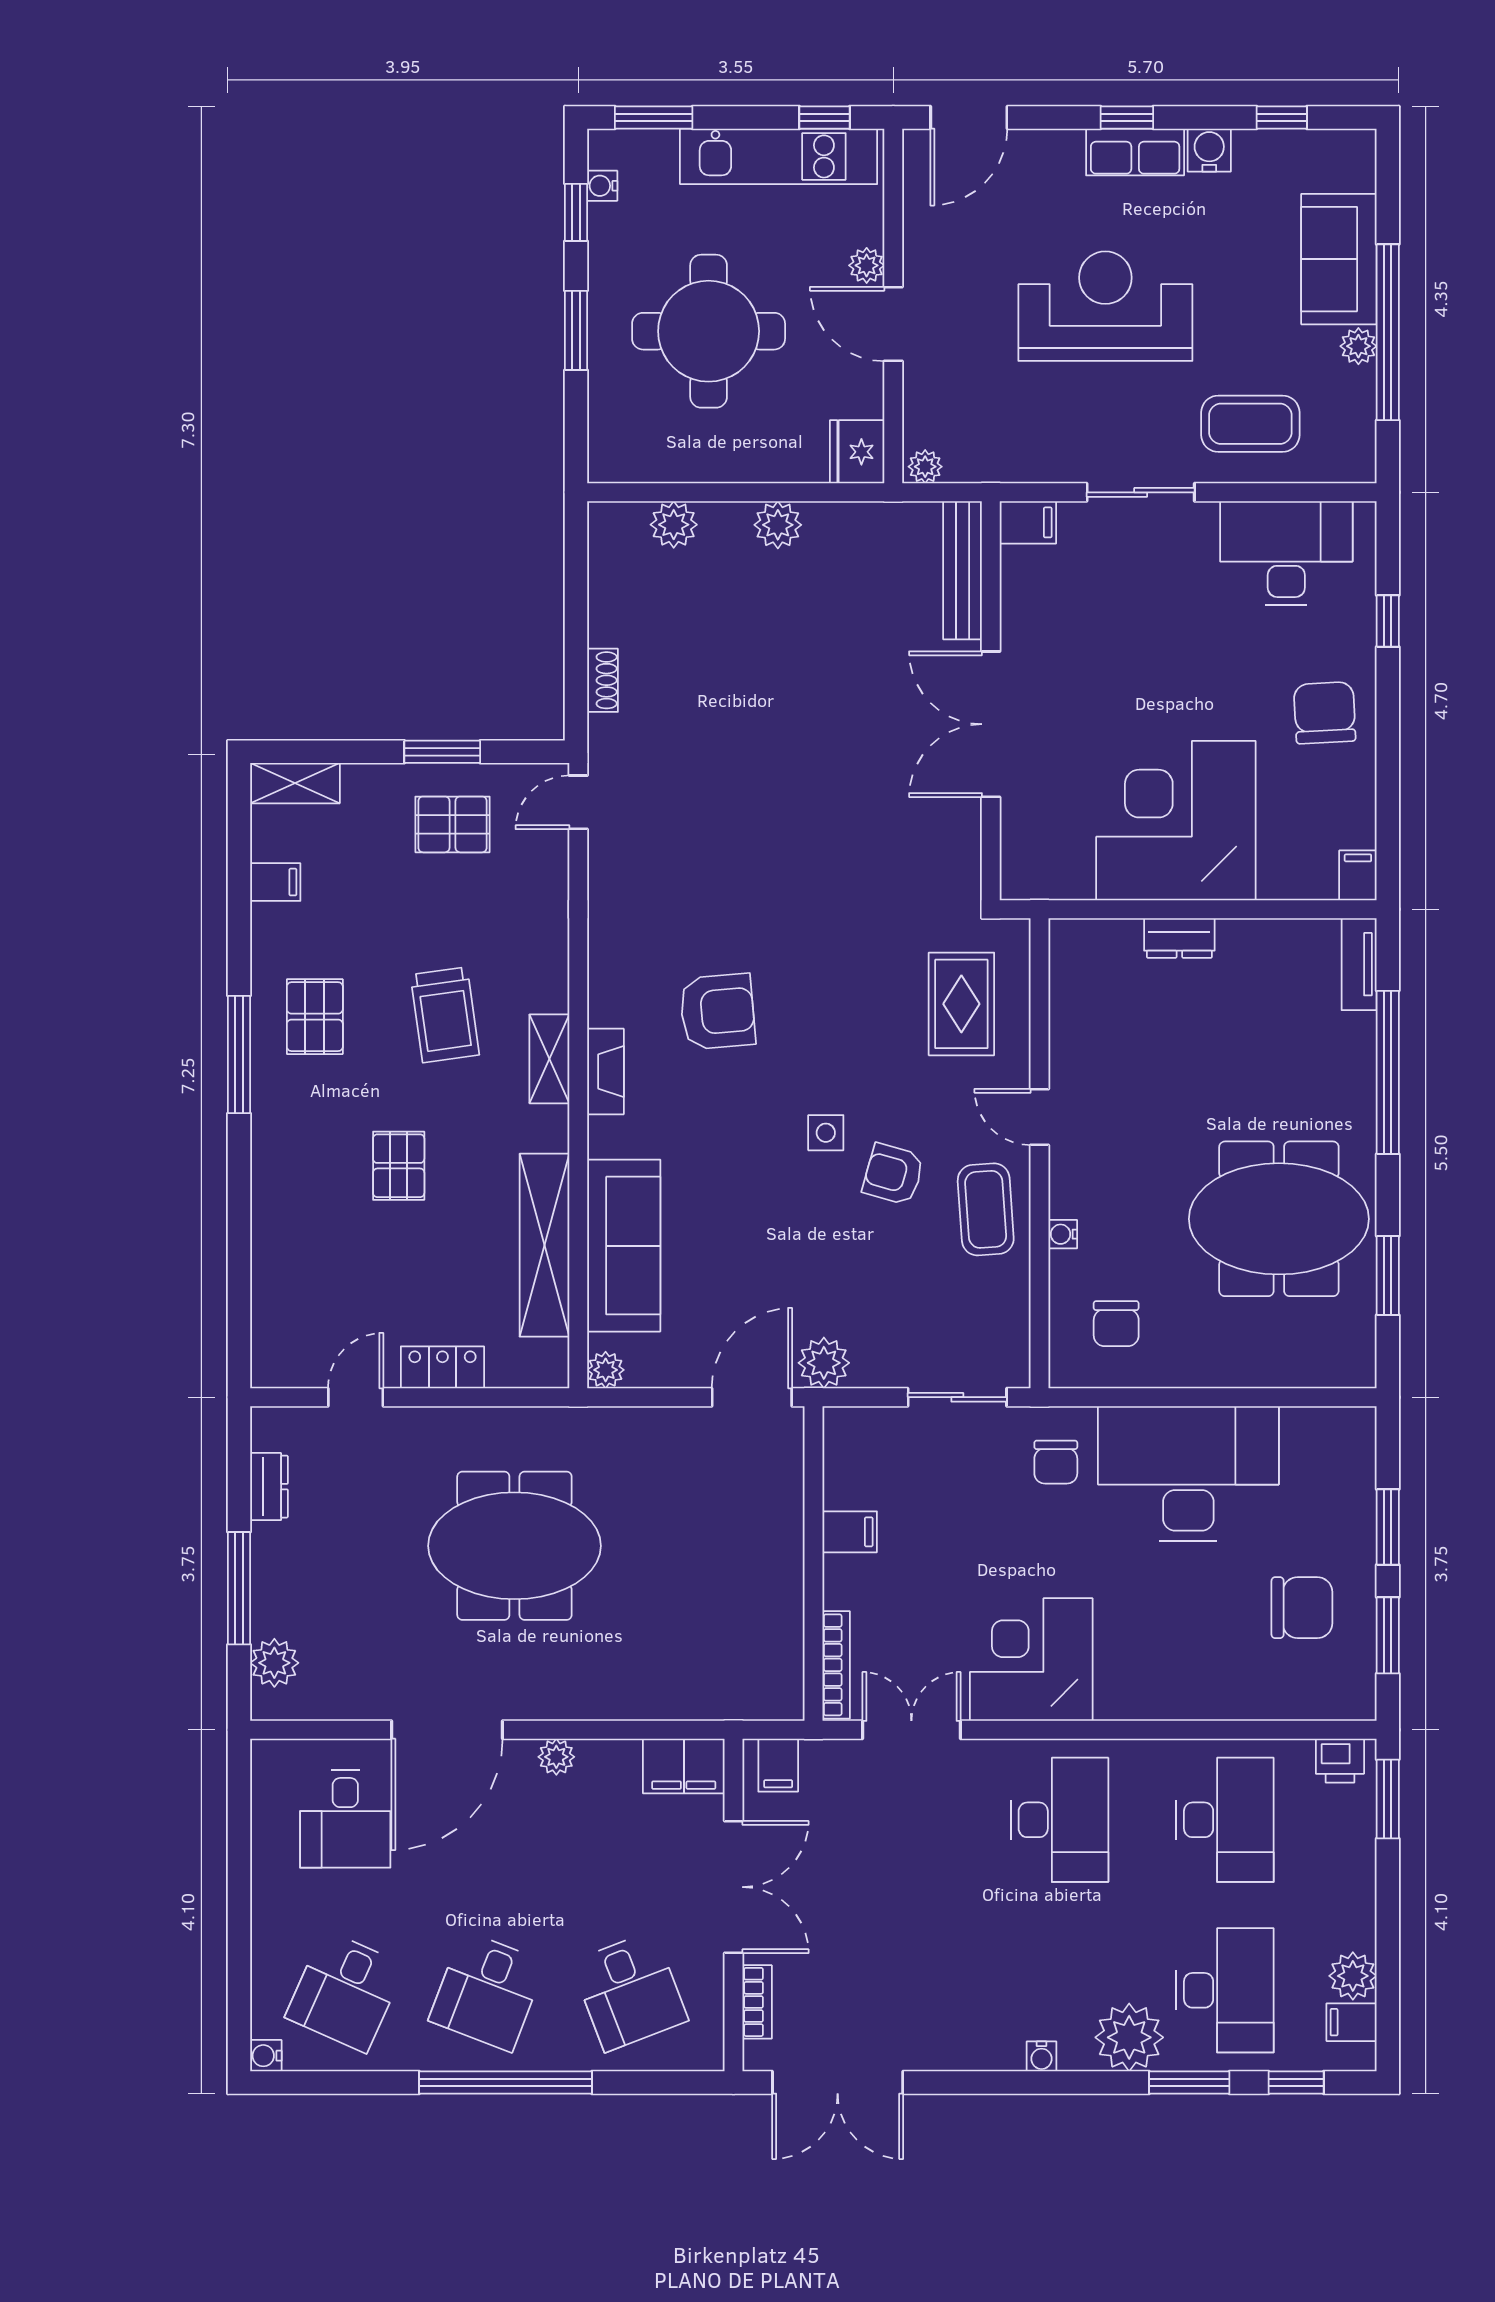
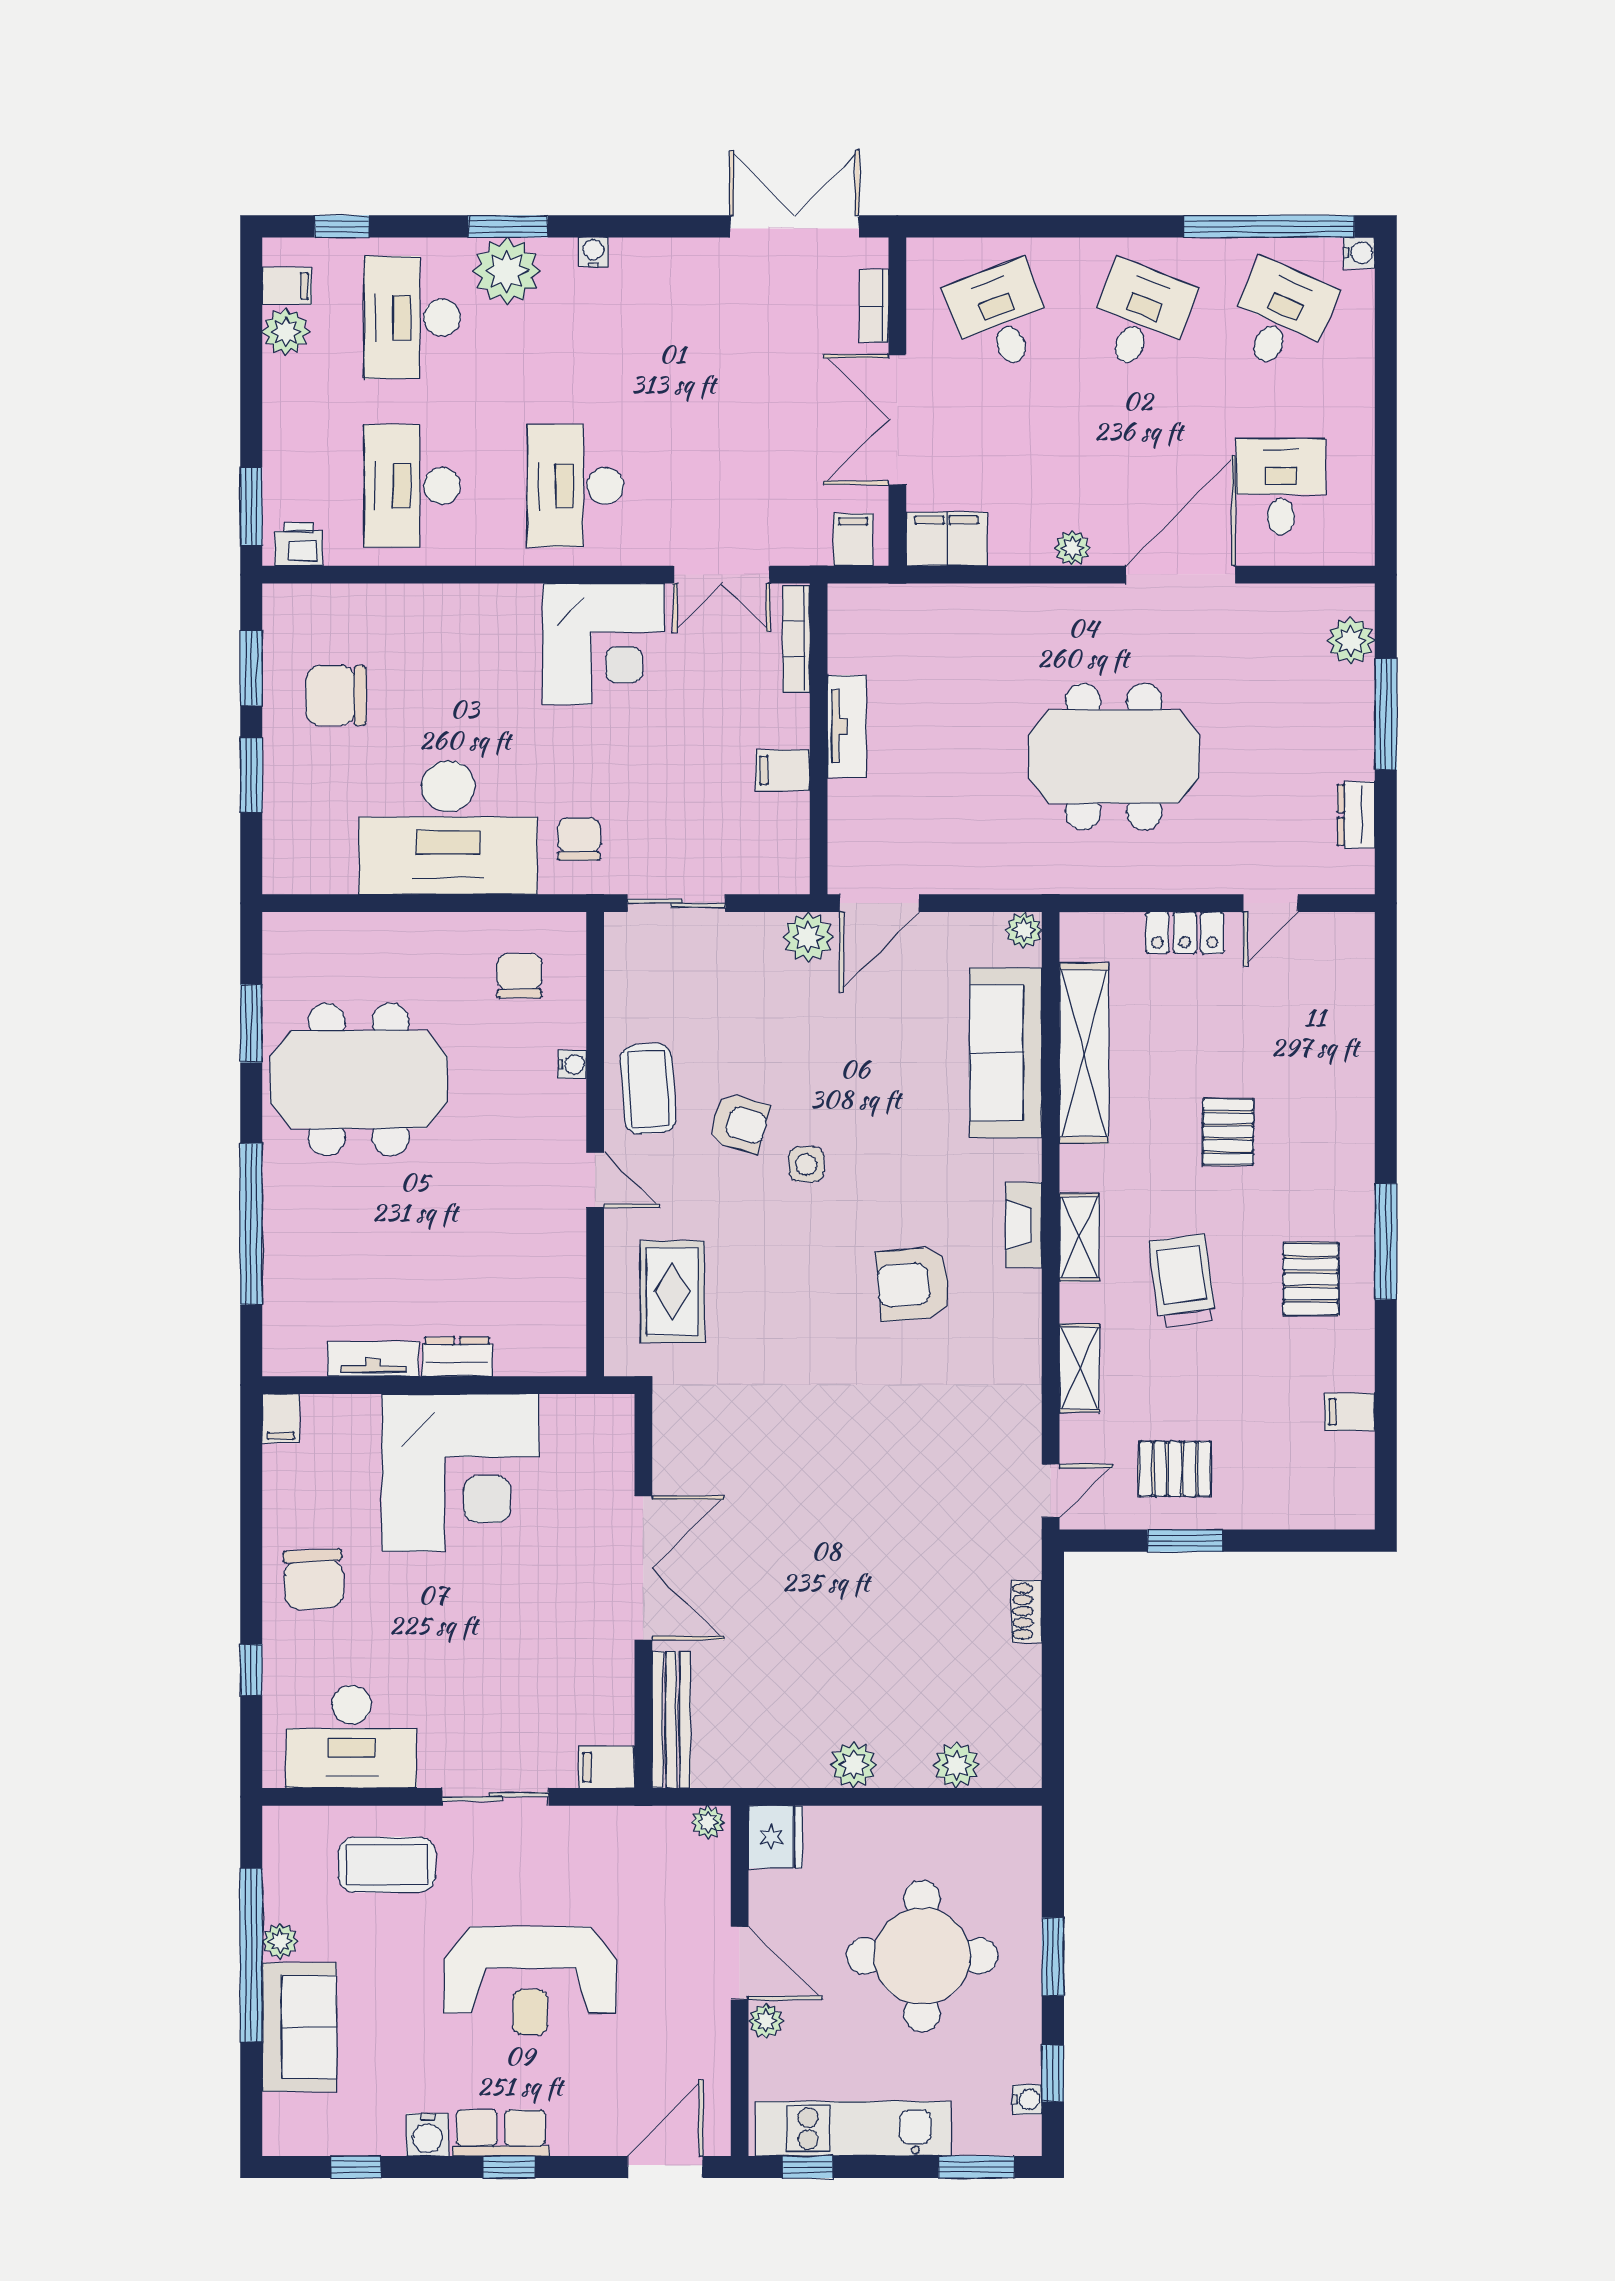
shelving: (295, 783) -> (1079, 1368), moved, turned 90
tv unit: (1359, 964) -> (373, 1359), moved, turned -90
tv unit: (785, 1576) -> (847, 726), added
window: (505, 2082) -> (1269, 226), moved
window: (1189, 2082) -> (508, 226), moved

